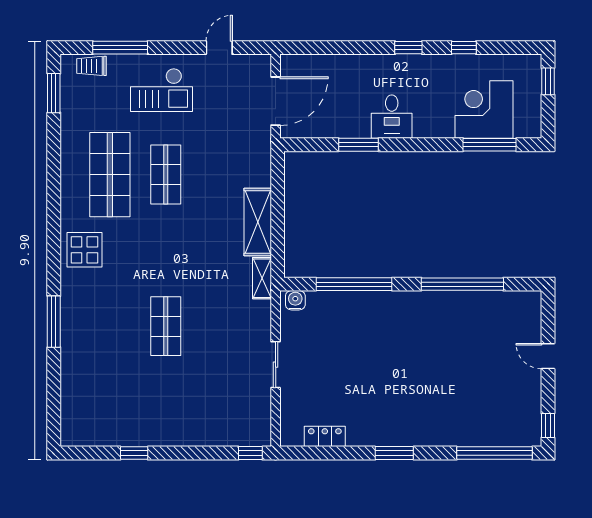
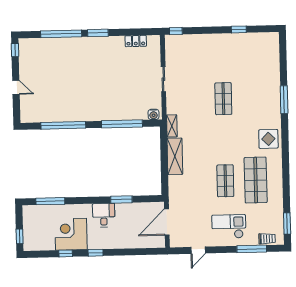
corner desk: (484, 109) -> (71, 234), moved, turned 180
window: (494, 453) -> (61, 34), moved

